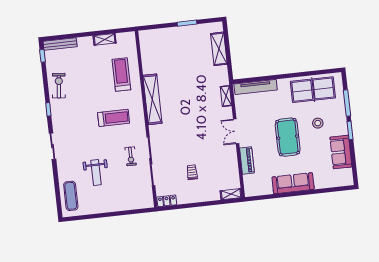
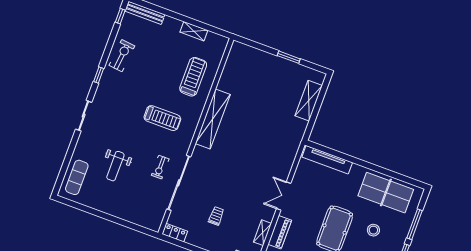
shelving: (226, 96) -> (262, 233), moved

